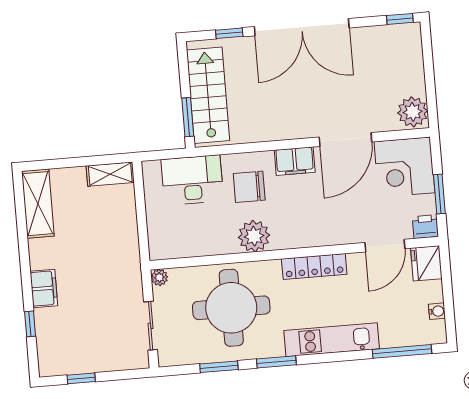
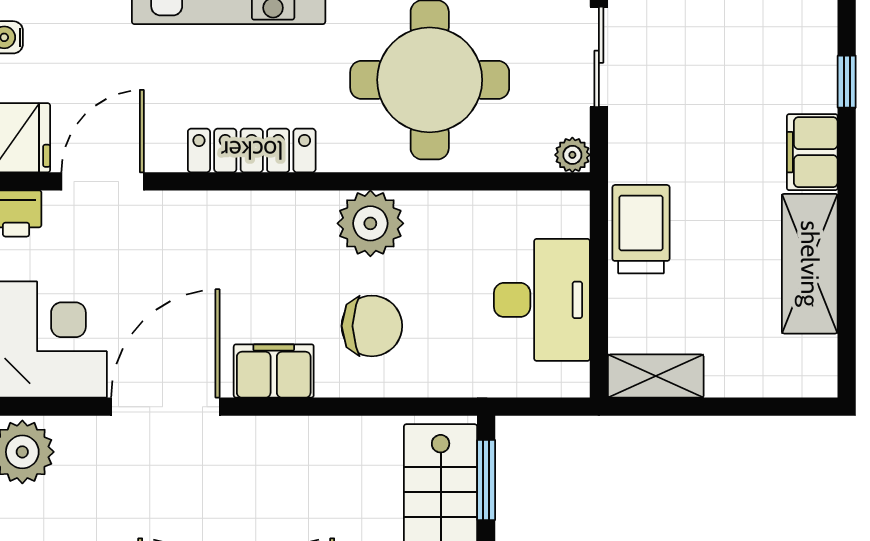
desk: (192, 180) -> (542, 300), moved, turned -90
shelving: (38, 204) -> (810, 264), moved
trolley: (123, 244) -> (641, 229), added

